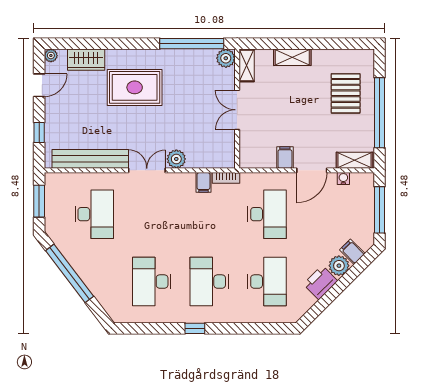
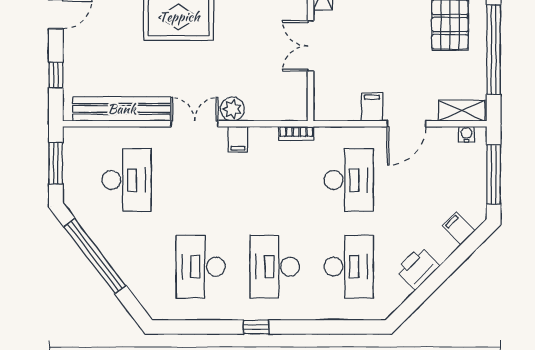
water cooler: (343, 179) -> (466, 134), moved
filing cabinet: (203, 182) -> (238, 139), moved
plant: (339, 266) -> (441, 246), removed

